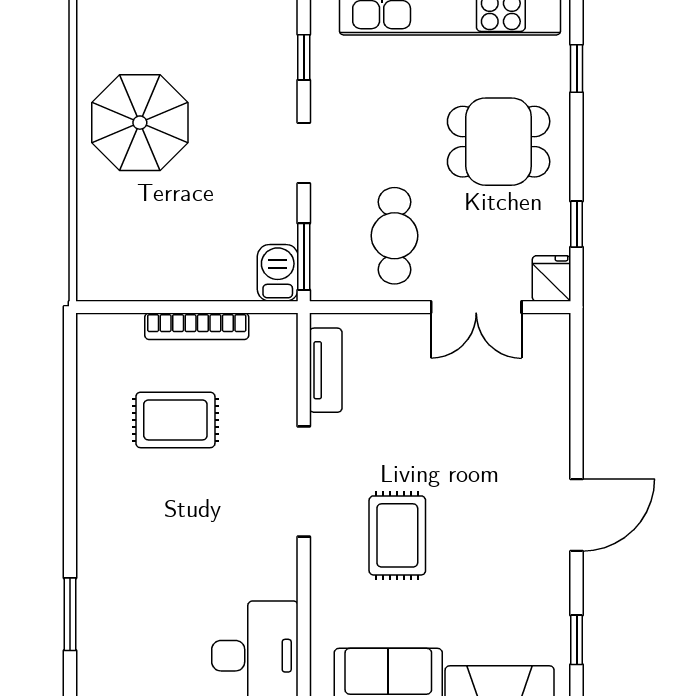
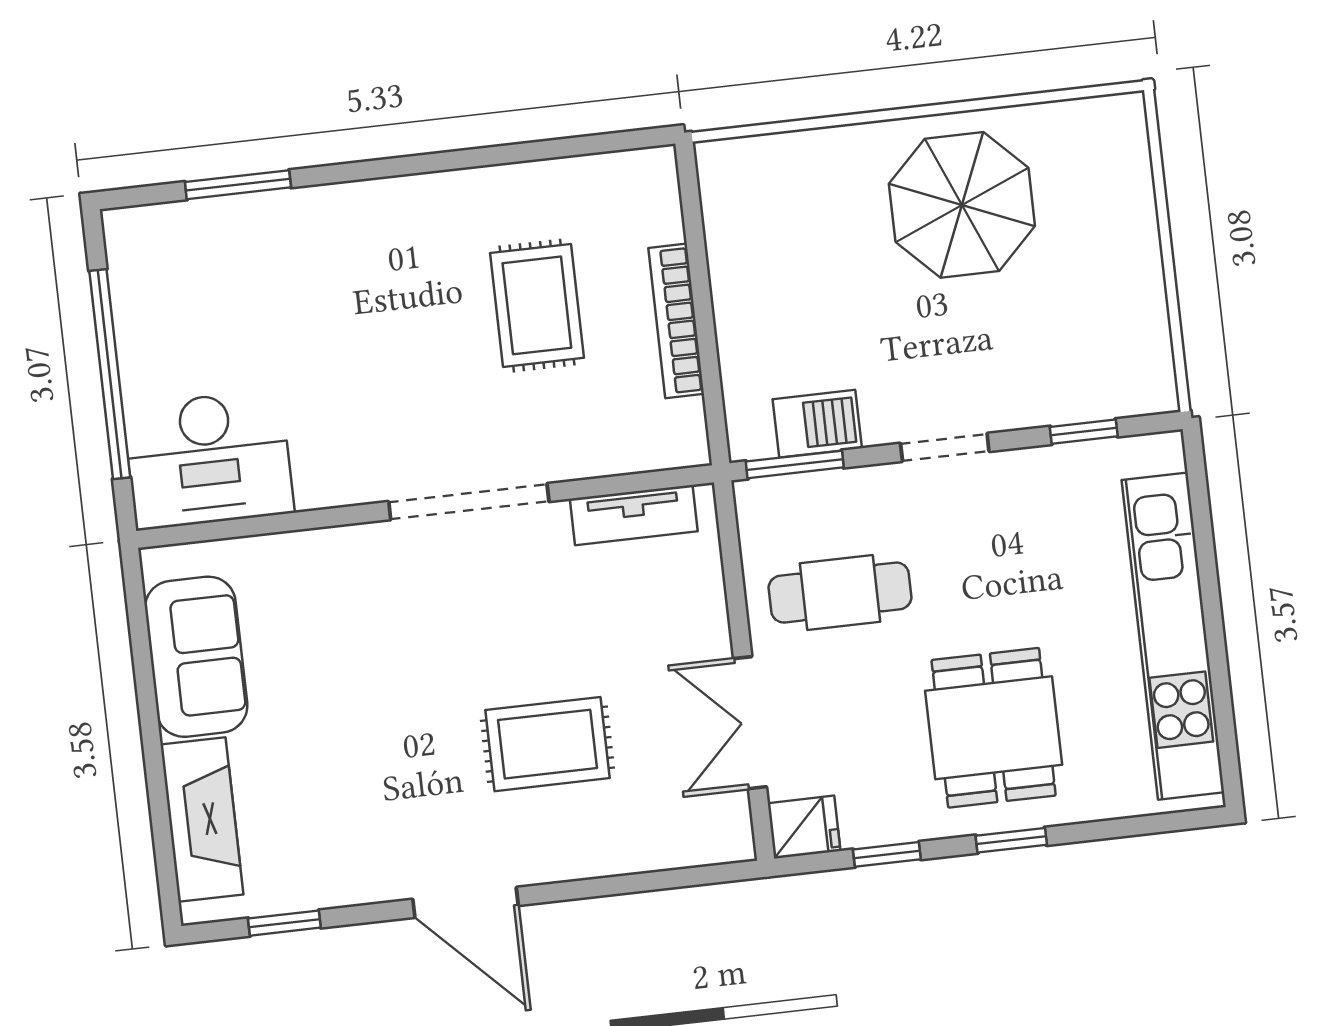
window: (577, 69) -> (1011, 840), moved
barbecue: (278, 273) -> (817, 424), moved
rug: (397, 535) -> (548, 744), moved

